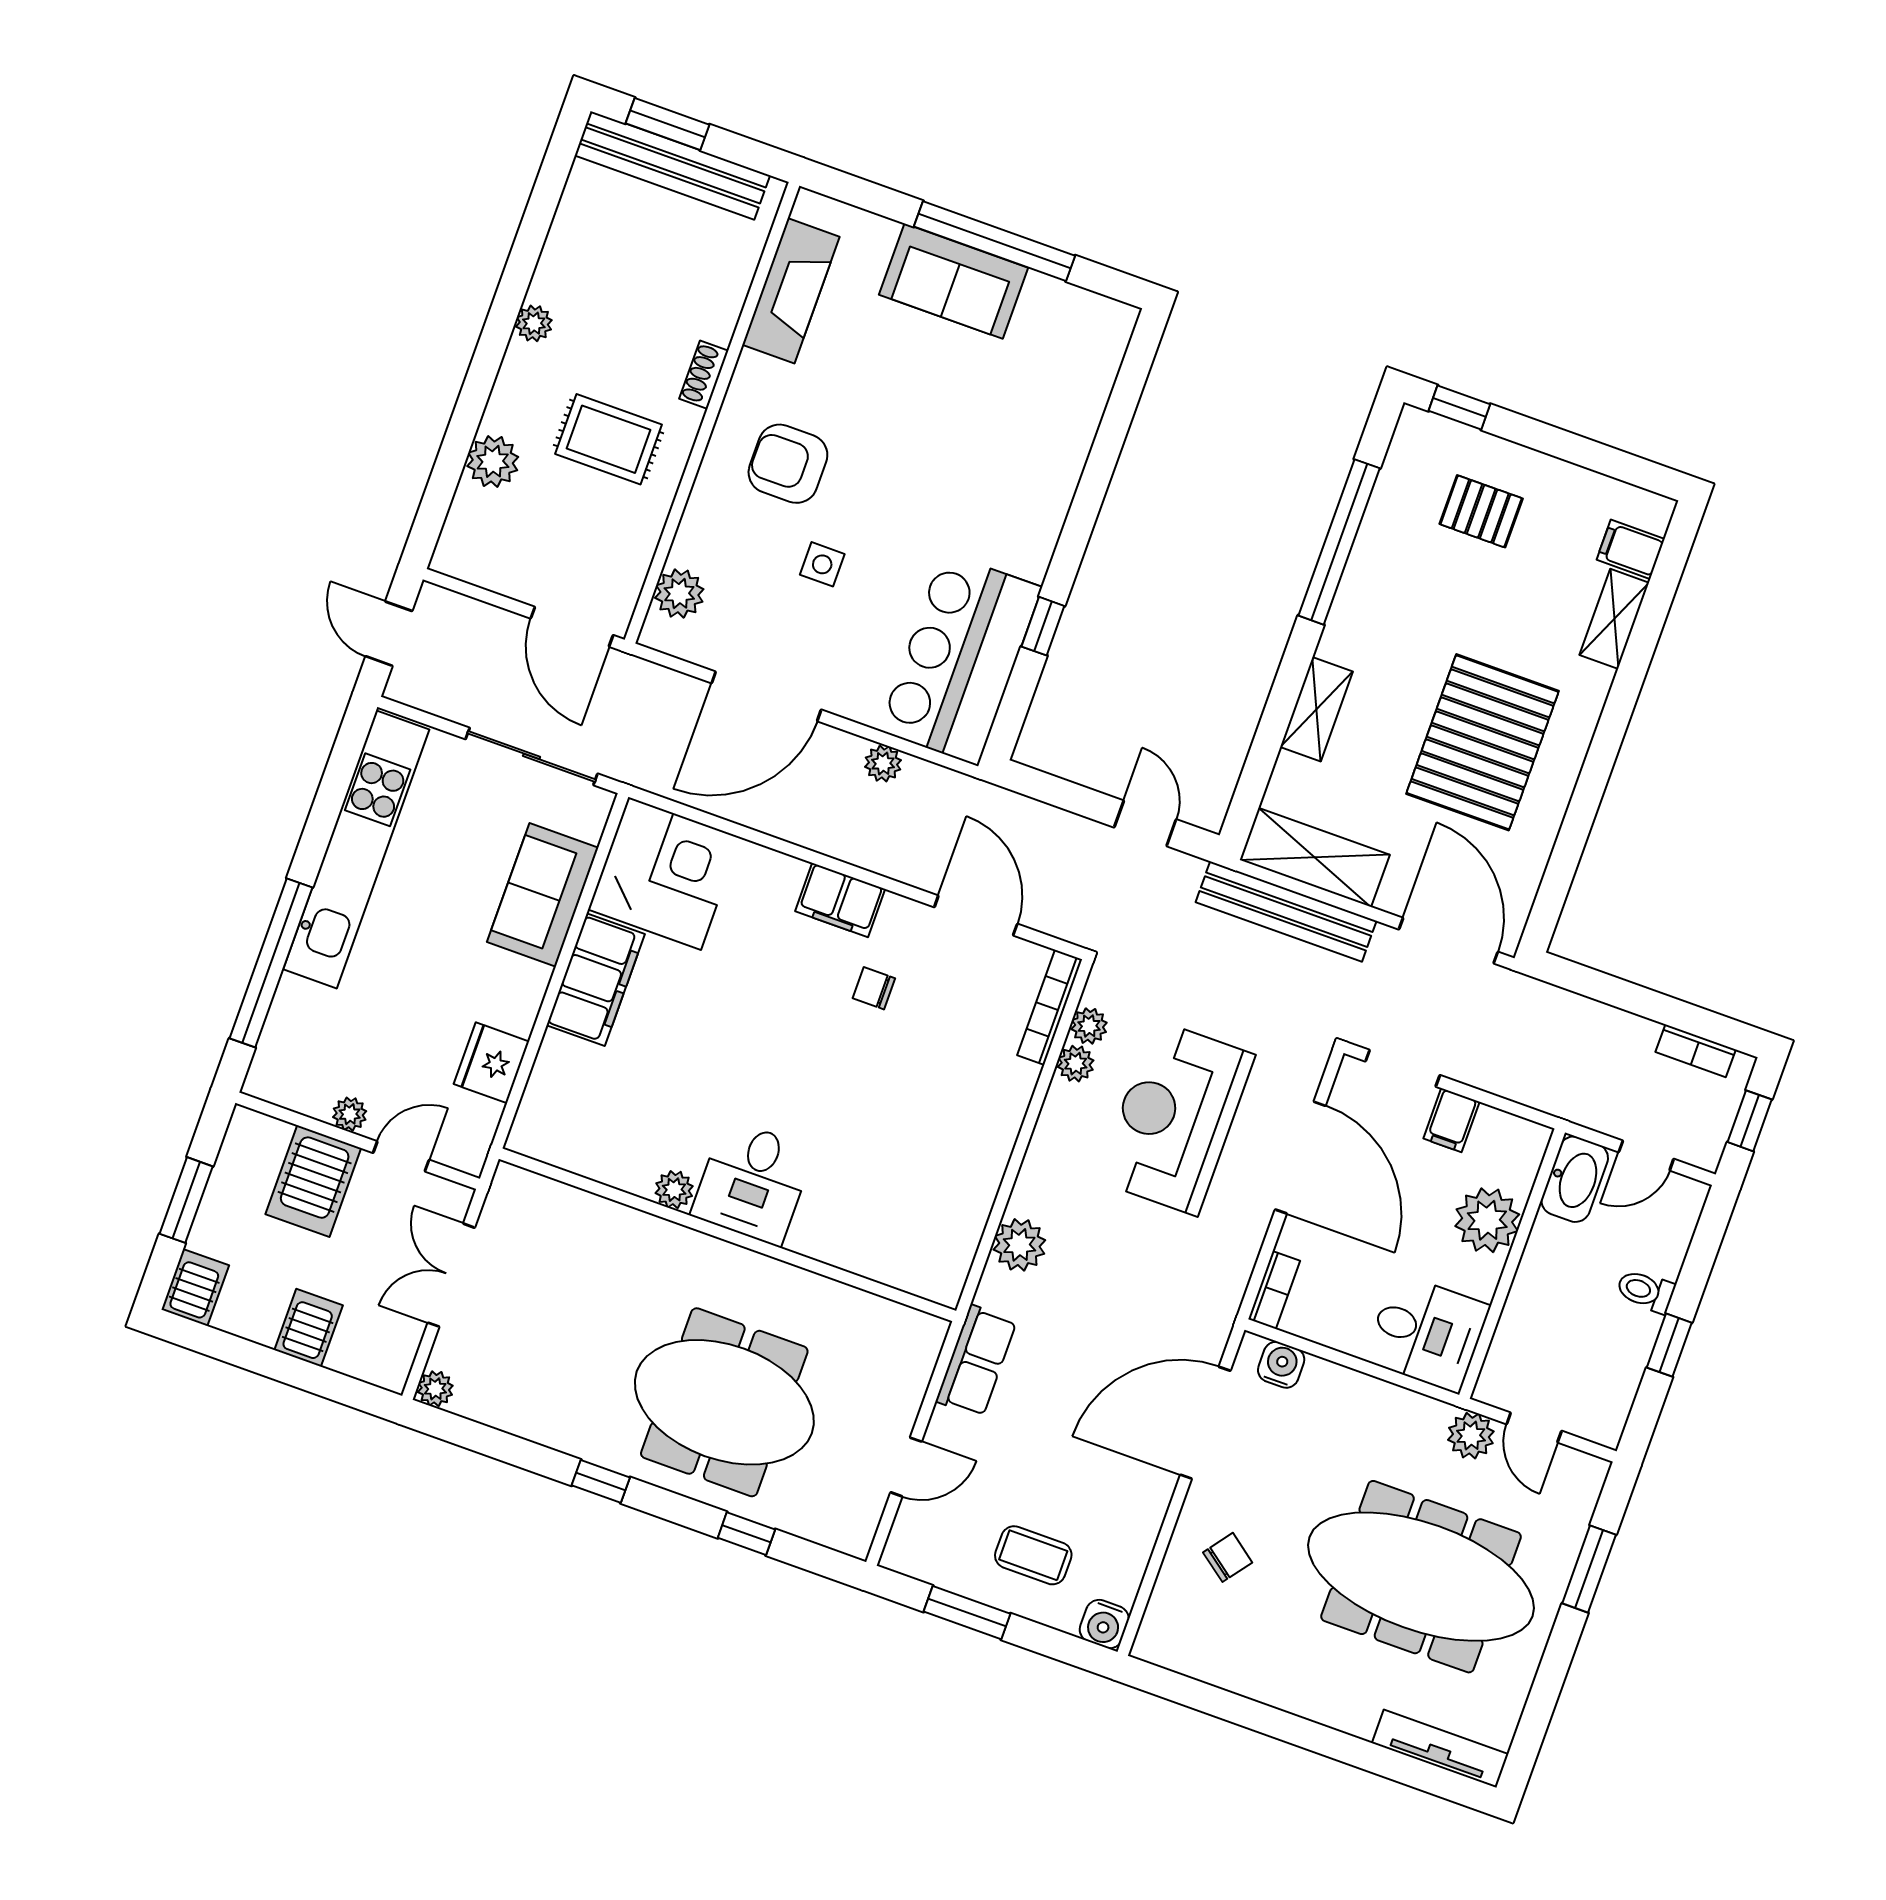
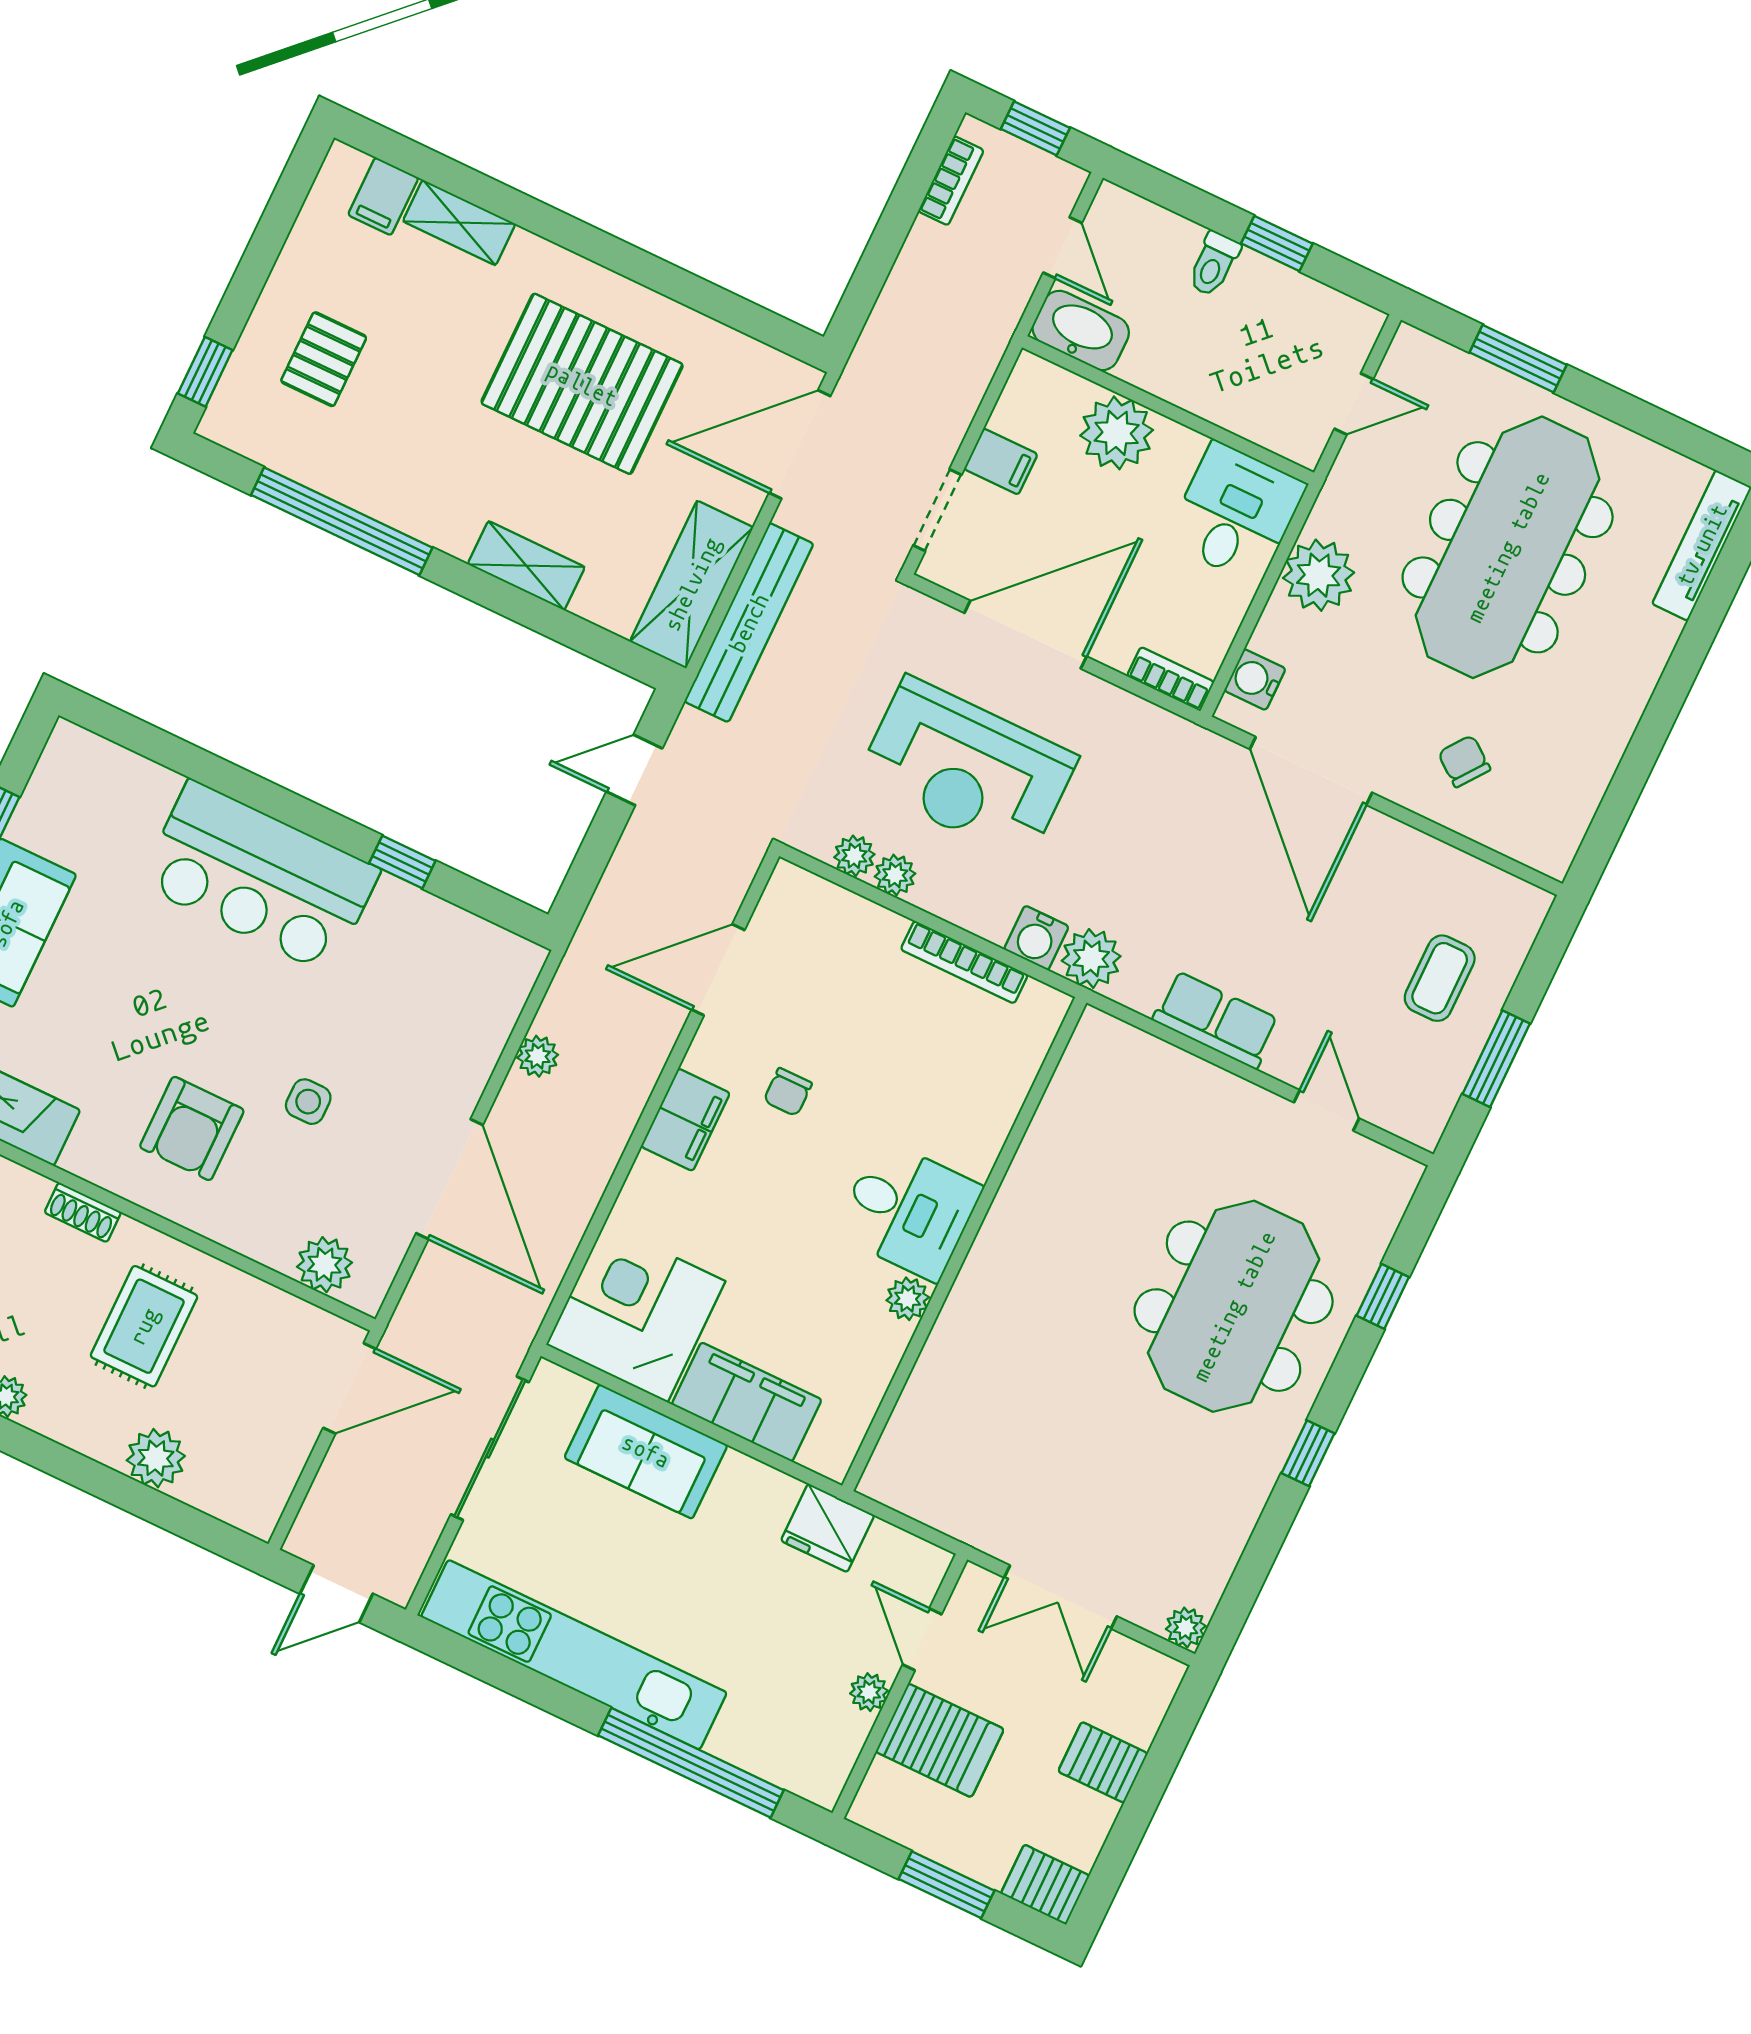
bar counter: (961, 659) -> (260, 877), moved
bookcase: (1050, 1007) -> (964, 962), moved
desk: (752, 1182) -> (908, 1210), moved
plant: (674, 1190) -> (908, 1299), moved
wall: (727, 1235) -> (964, 1244), moved
plant: (1471, 1436) -> (1319, 575), moved, width x1.36, depth x1.36
water cooler: (1104, 1624) -> (1036, 938), moved, turned 90

